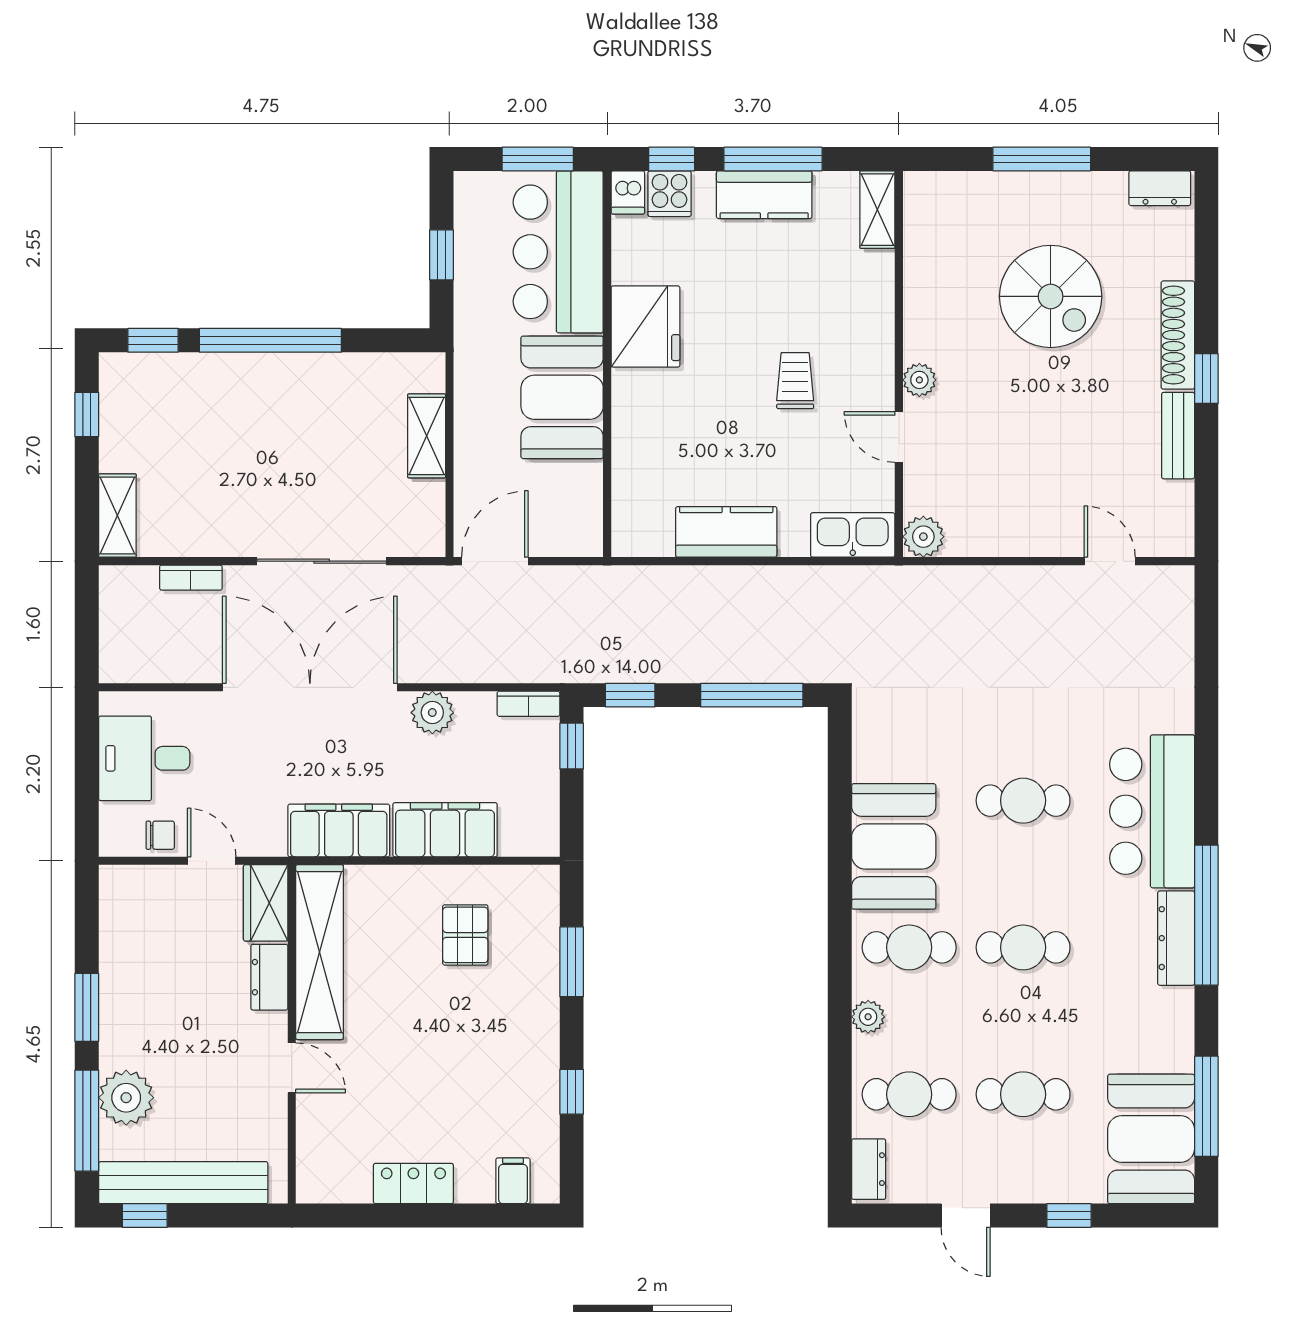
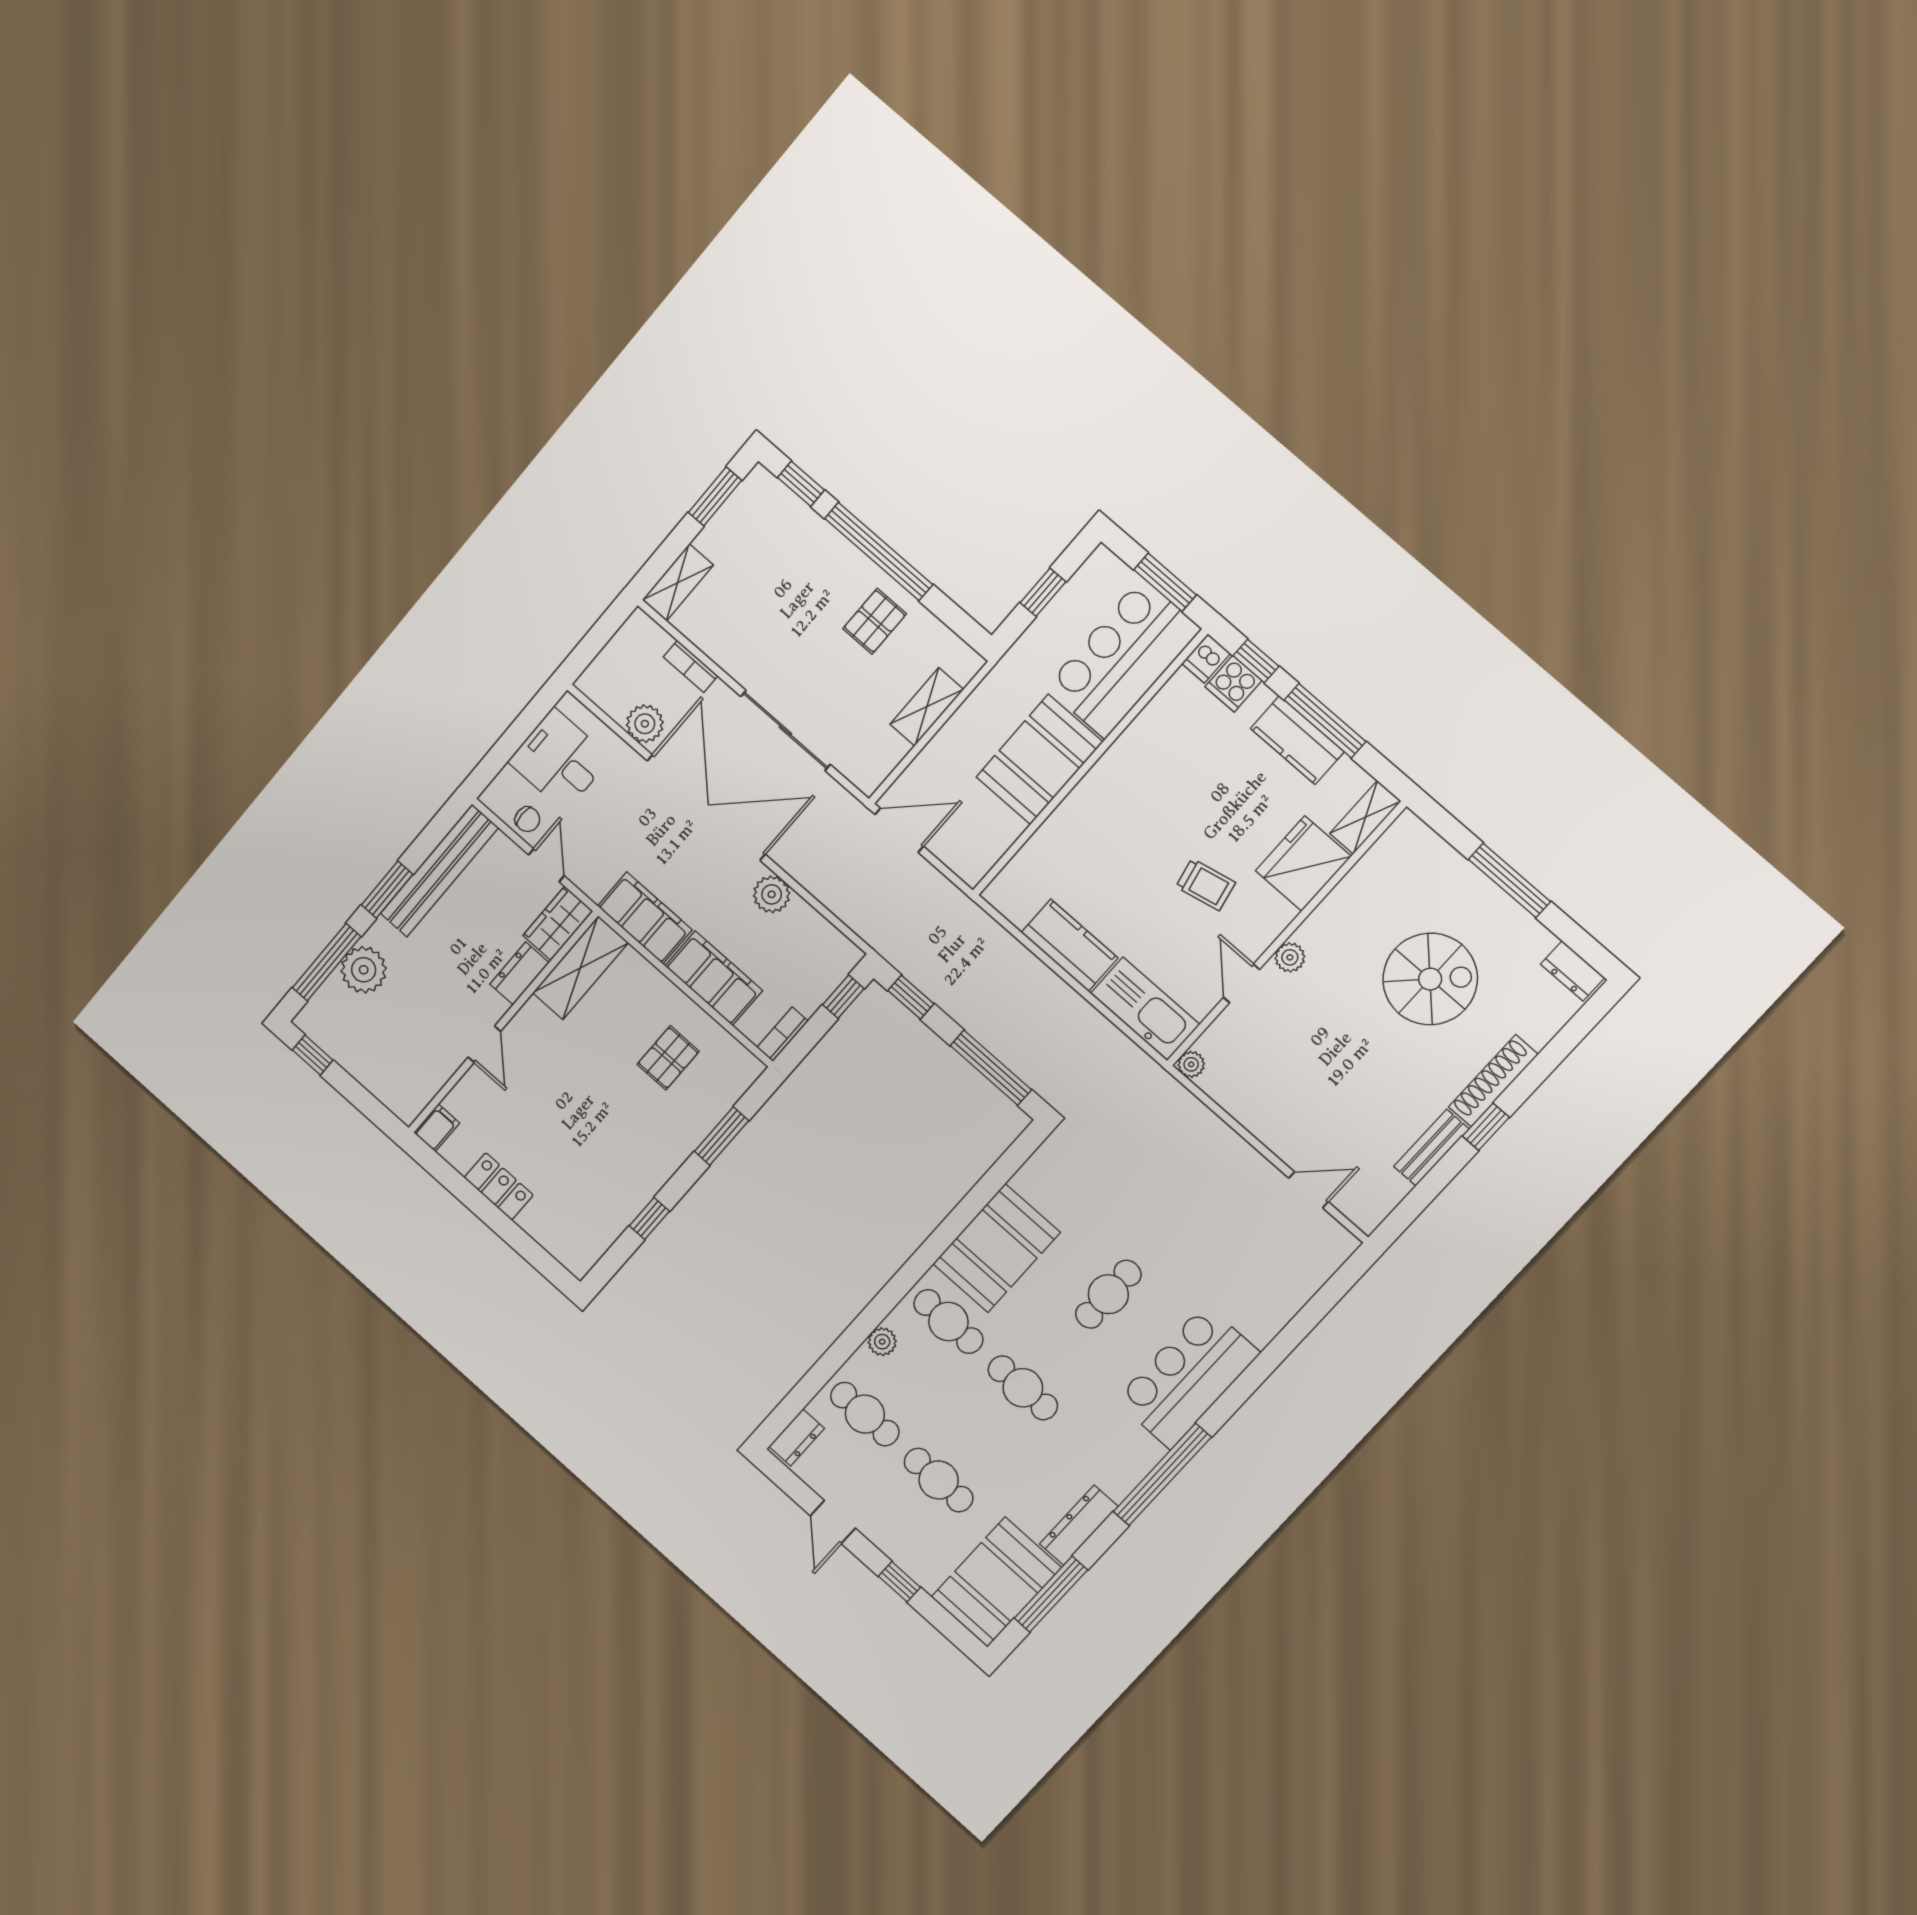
spiral stairs: (1051, 296) -> (1430, 979), turned -90
fridge: (645, 326) -> (1303, 864), moved, turned 180
trolley: (795, 381) -> (1206, 885), turned 78
pallet: (318, 402) -> (875, 621), added
window: (87, 414) -> (715, 496), width x1.50
kitchen sink: (853, 535) -> (1145, 1009), width x1.36, depth x1.24
plant: (923, 537) -> (1191, 1064), width x0.73, depth x0.73
door: (1110, 561) -> (1309, 1190), hinge flipped
plant: (193, 662) -> (645, 724), added
bookcase: (528, 704) -> (782, 1034), moved, turned 90
cafe table: (1023, 801) -> (1108, 1294), turned 90
dresser: (1176, 938) -> (1079, 1525), moved
shelving: (320, 952) -> (580, 968), width x0.68
filing cabinet: (513, 1181) -> (437, 1128), moved
bench: (183, 1183) -> (439, 871), moved, turned 90

